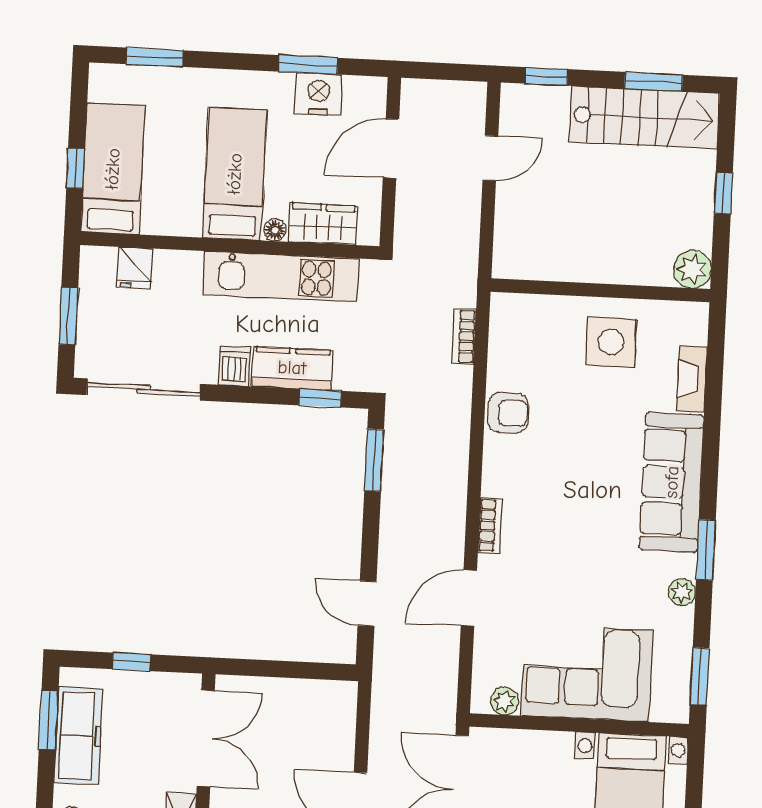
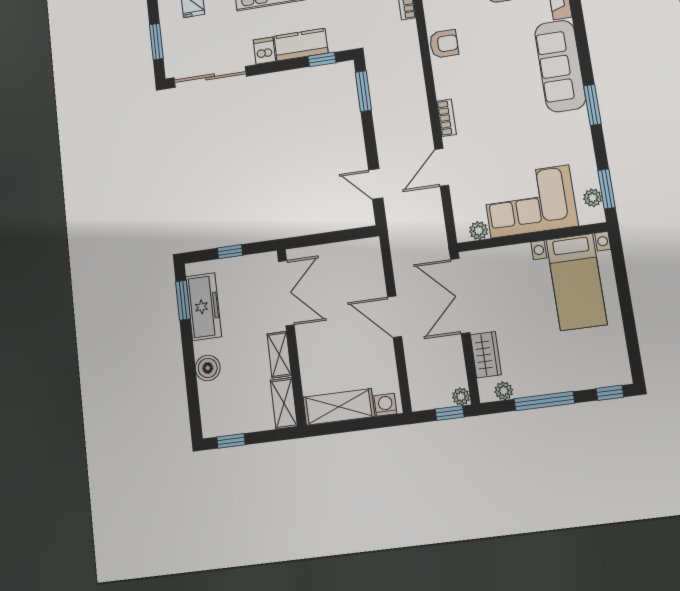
plant: (682, 592) -> (593, 198), moved

